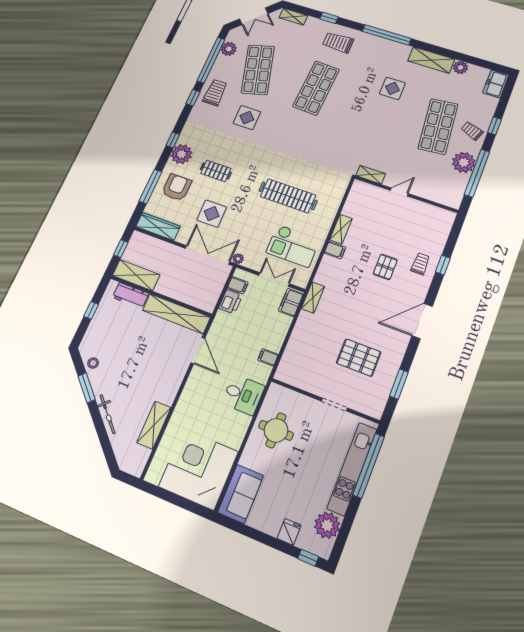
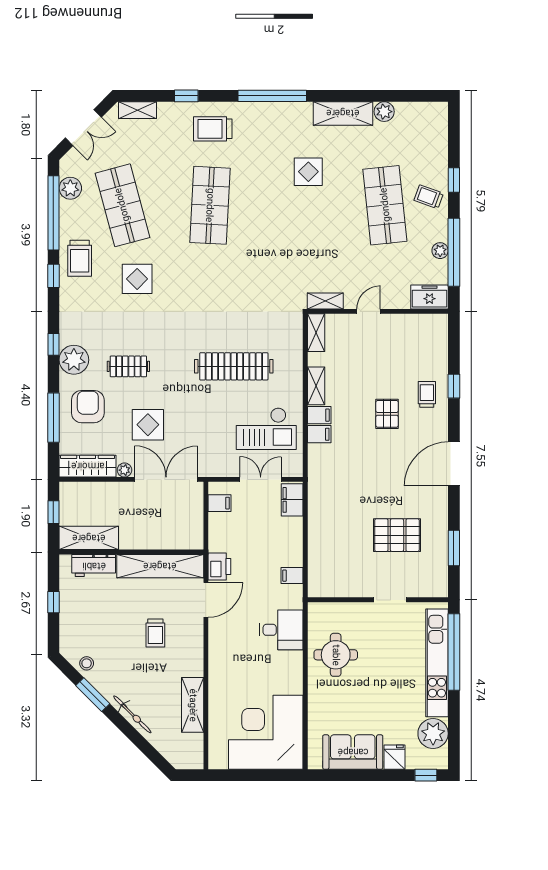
freezer: (496, 84) -> (430, 297), moved, turned 90
trolley: (215, 93) -> (80, 258), turned 180
plant: (464, 162) -> (440, 251), width x0.53, depth x0.53
plant: (238, 259) -> (124, 470), moved
filing cabinet: (330, 263) -> (319, 434), added
shelving: (313, 297) -> (316, 333), moved
printer: (230, 302) -> (219, 566), moved
door: (198, 351) -> (206, 600), hinge flipped
trolley: (151, 360) -> (155, 633), added
sofa: (241, 494) -> (353, 752), moved, turned -90

